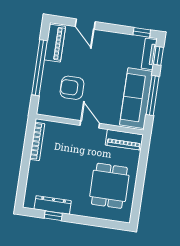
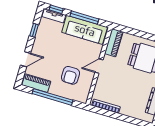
window: (142, 32) -> (34, 30), moved

